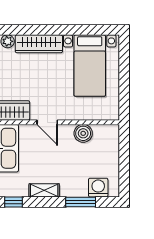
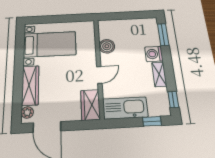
washing machine: (98, 188) -> (154, 54), moved
window: (81, 202) -> (163, 35), moved

